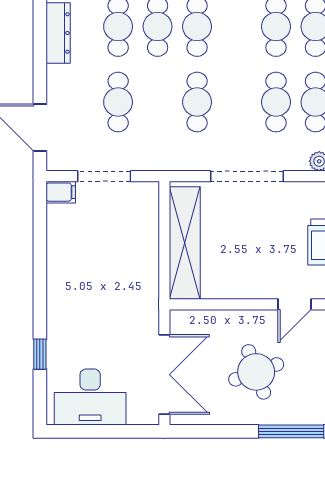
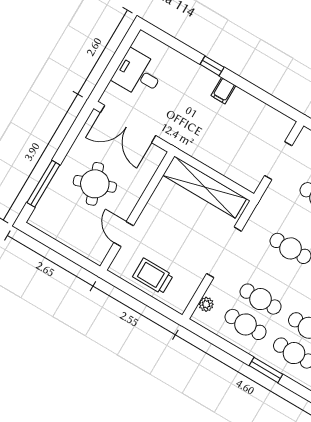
filing cabinet: (61, 192) -> (223, 91), moved
window: (40, 354) -> (212, 66), moved
desk: (90, 397) -> (138, 74), width x0.73

